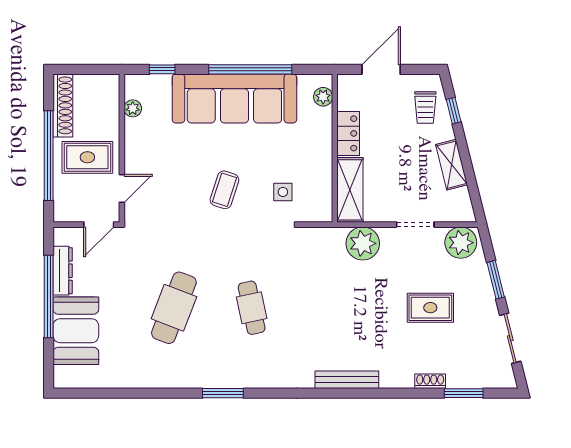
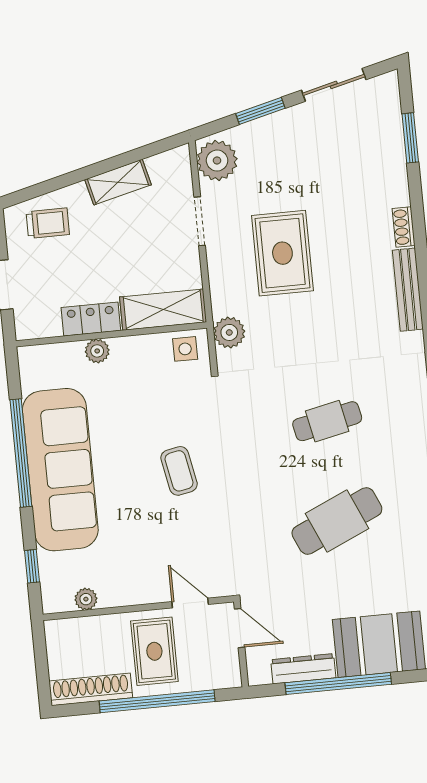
plant: (323, 97) -> (97, 351), moved
window: (454, 111) -> (48, 186), removed
coffee table: (224, 190) -> (179, 471), turned 61
side table: (283, 192) -> (185, 349), moved
plant: (363, 243) -> (229, 332), moved, width x0.73, depth x0.73
cafe table: (174, 308) -> (337, 521), turned -45
rug: (430, 308) -> (282, 253), moved, width x1.36, depth x1.43
shoe rack: (430, 381) -> (404, 227), moved

